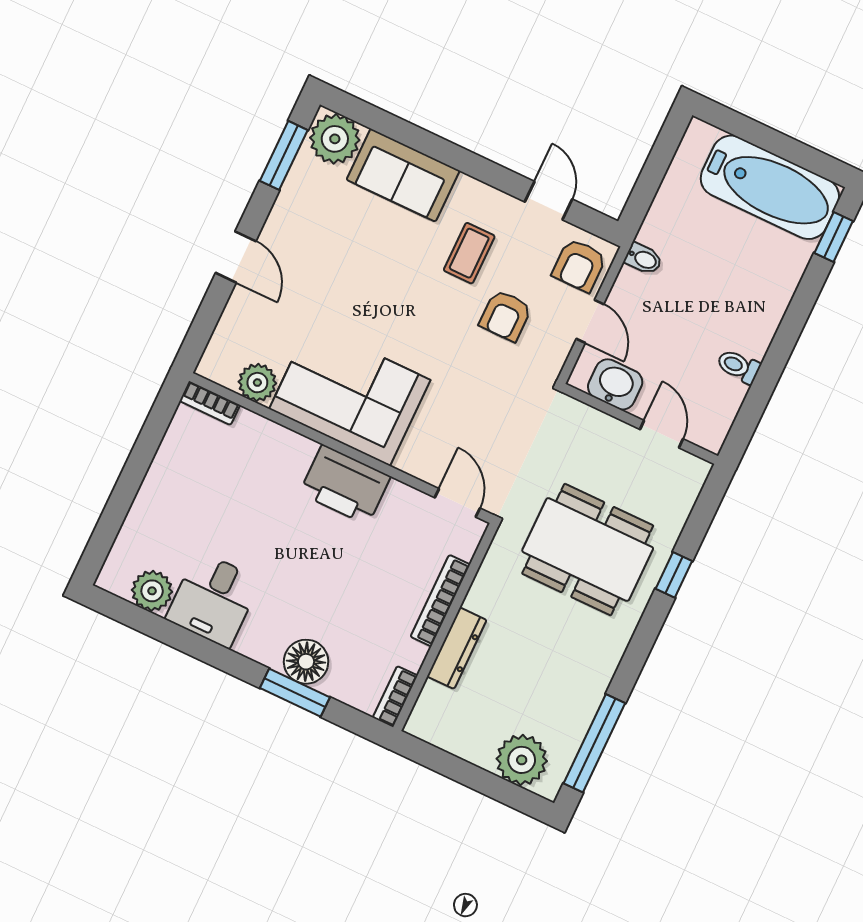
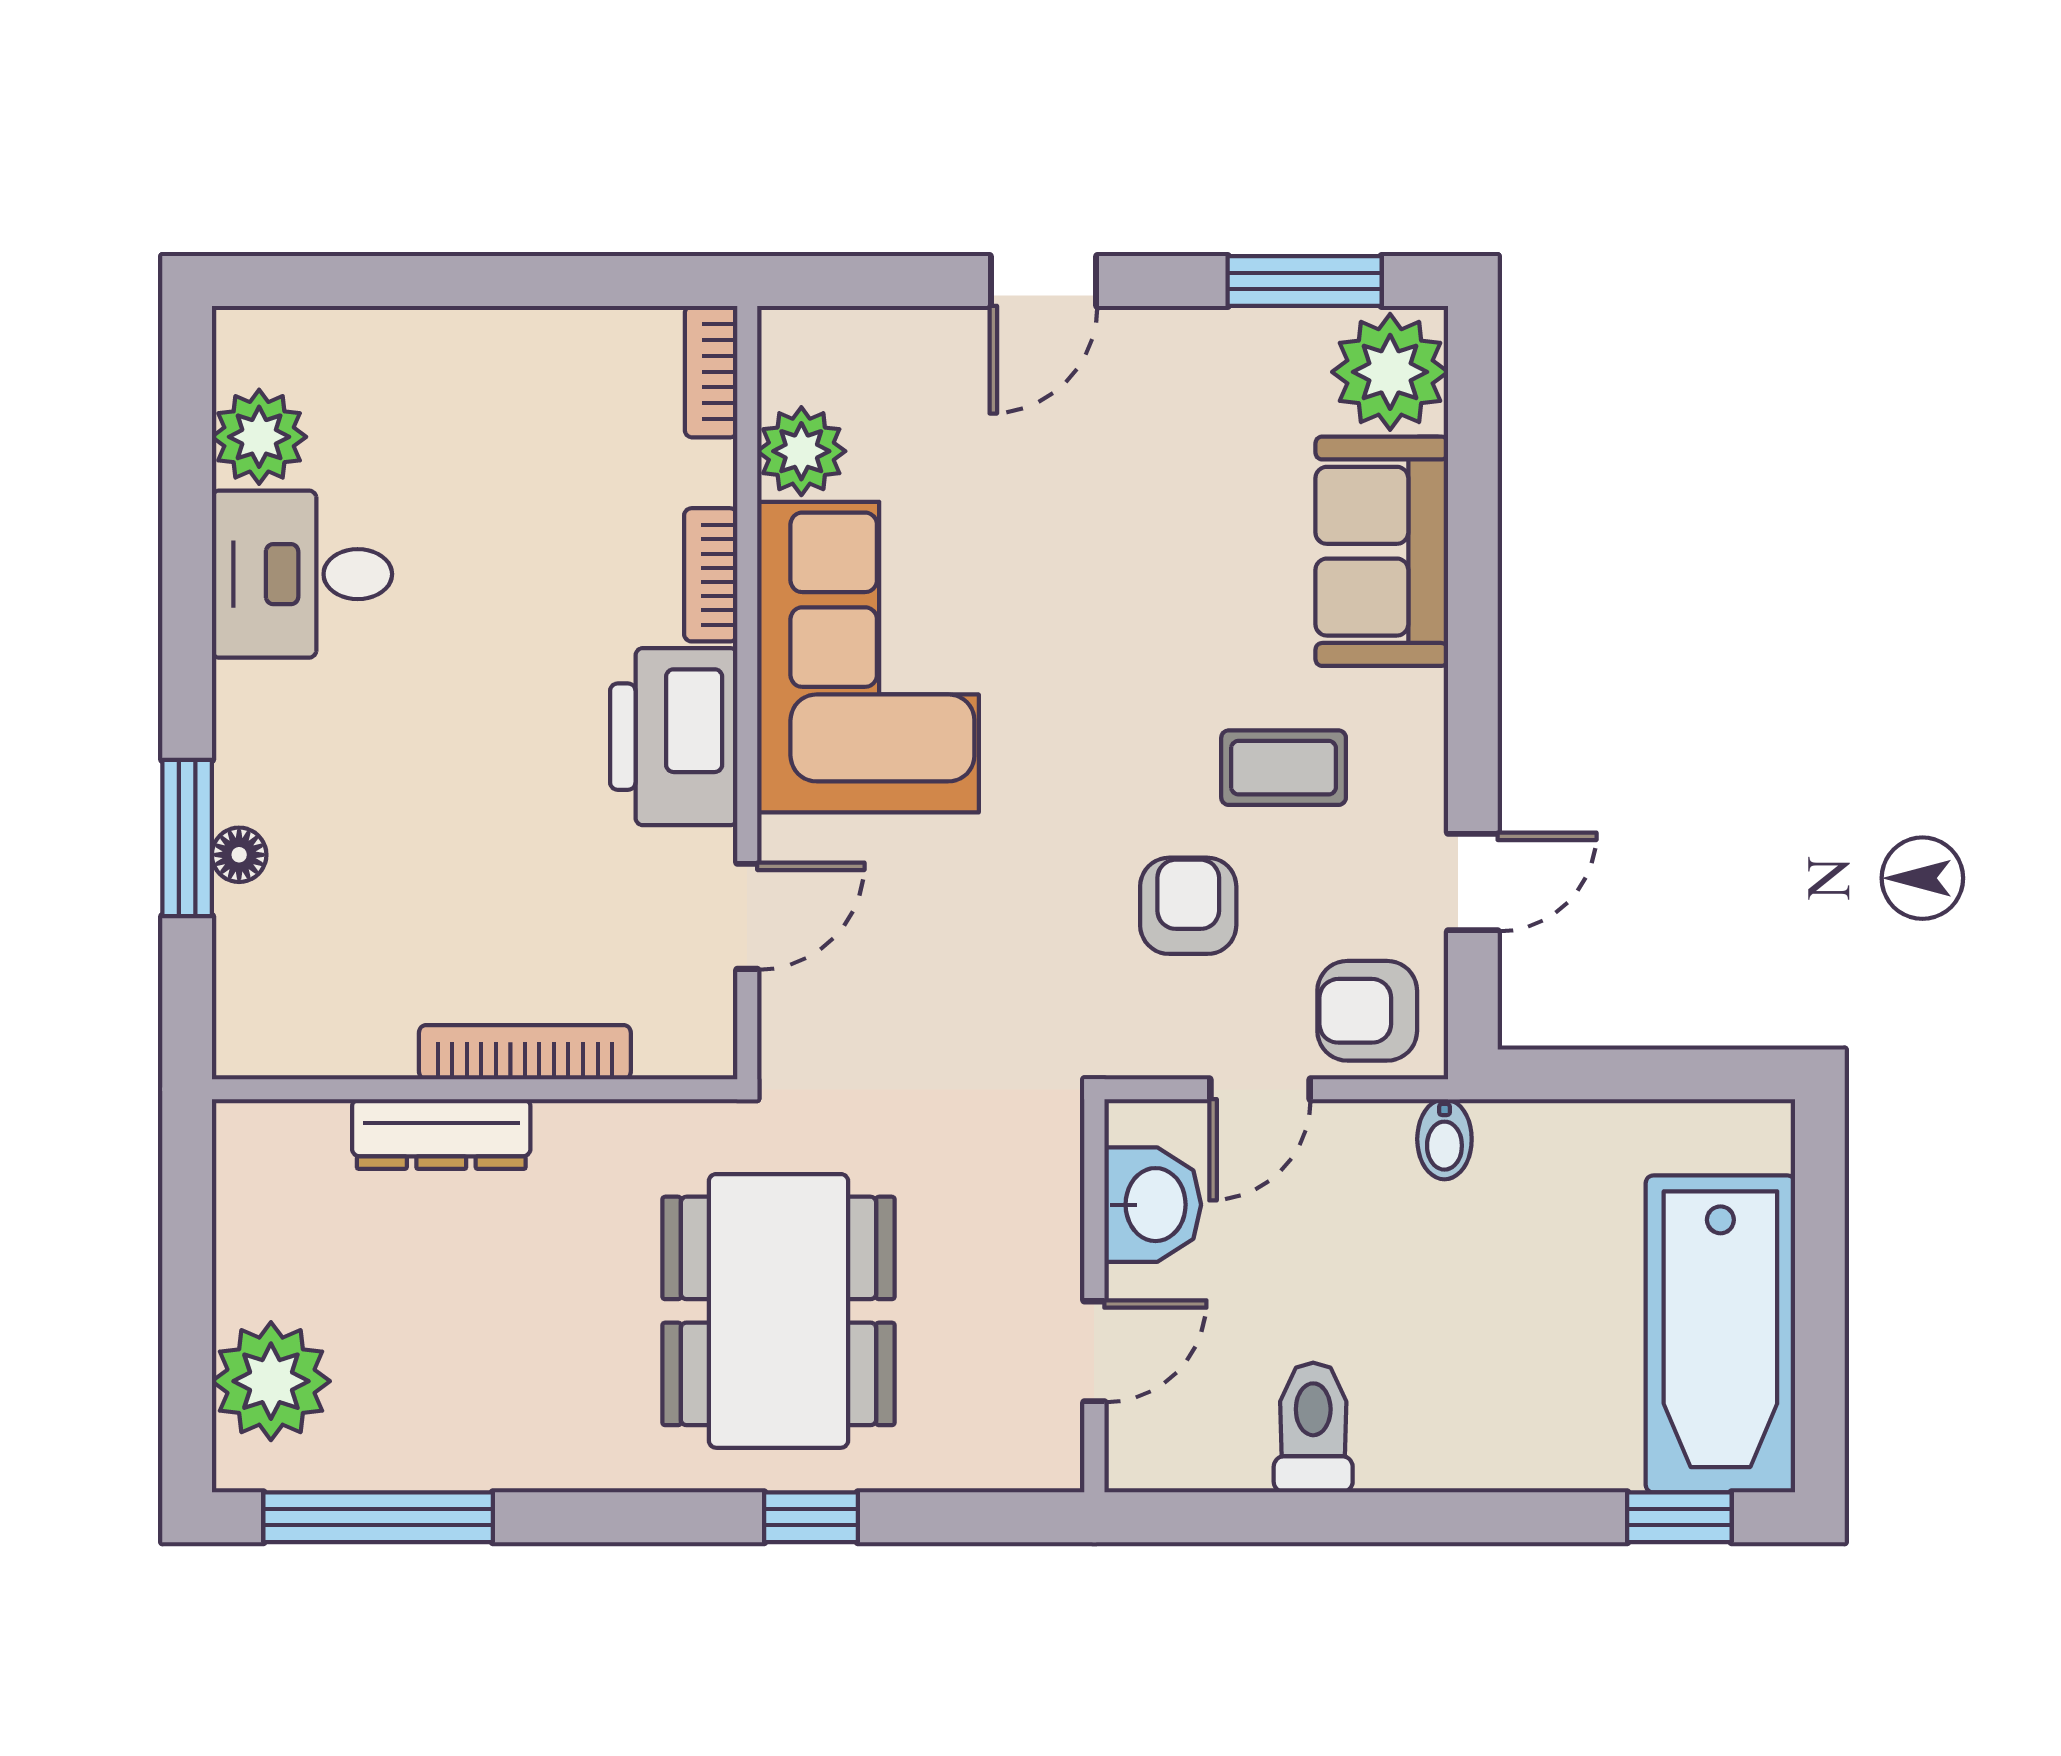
armchair: (505, 316) -> (1188, 906), turned 90
toilet: (738, 366) -> (1313, 1427), width x1.37, depth x1.39
door: (457, 503) -> (747, 916), moved
floor lamp: (306, 662) -> (239, 855), width x0.53, depth x0.53
bookcase: (395, 697) -> (711, 575), moved, turned -90

